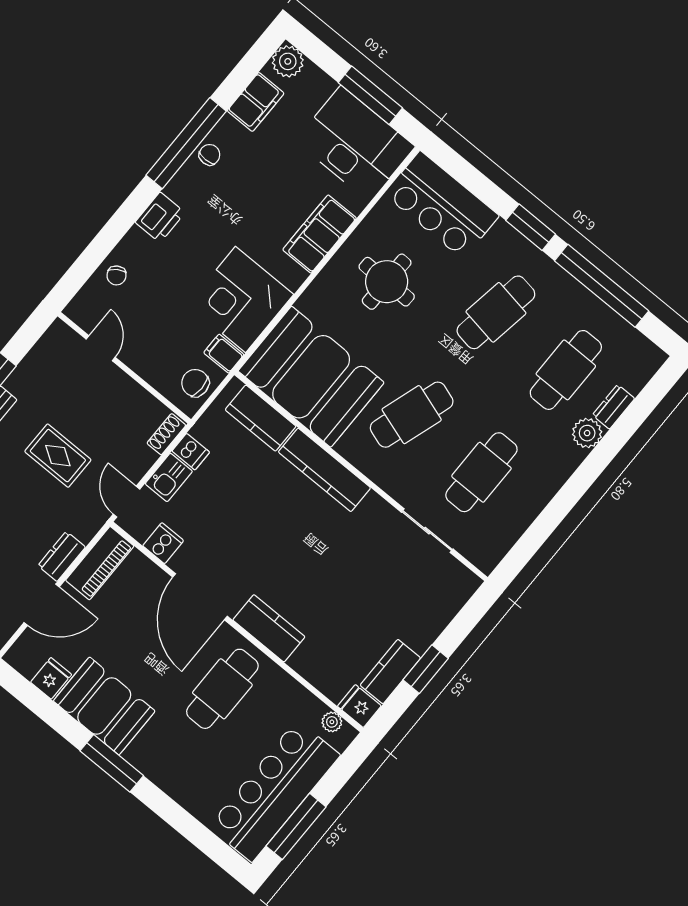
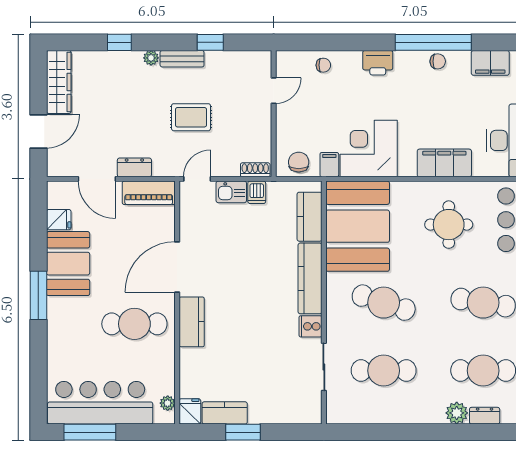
chair: (117, 275) -> (323, 65), turned -147
rug: (58, 456) -> (191, 117), turned 90
cooker: (163, 543) -> (310, 326), moved, turned 180

